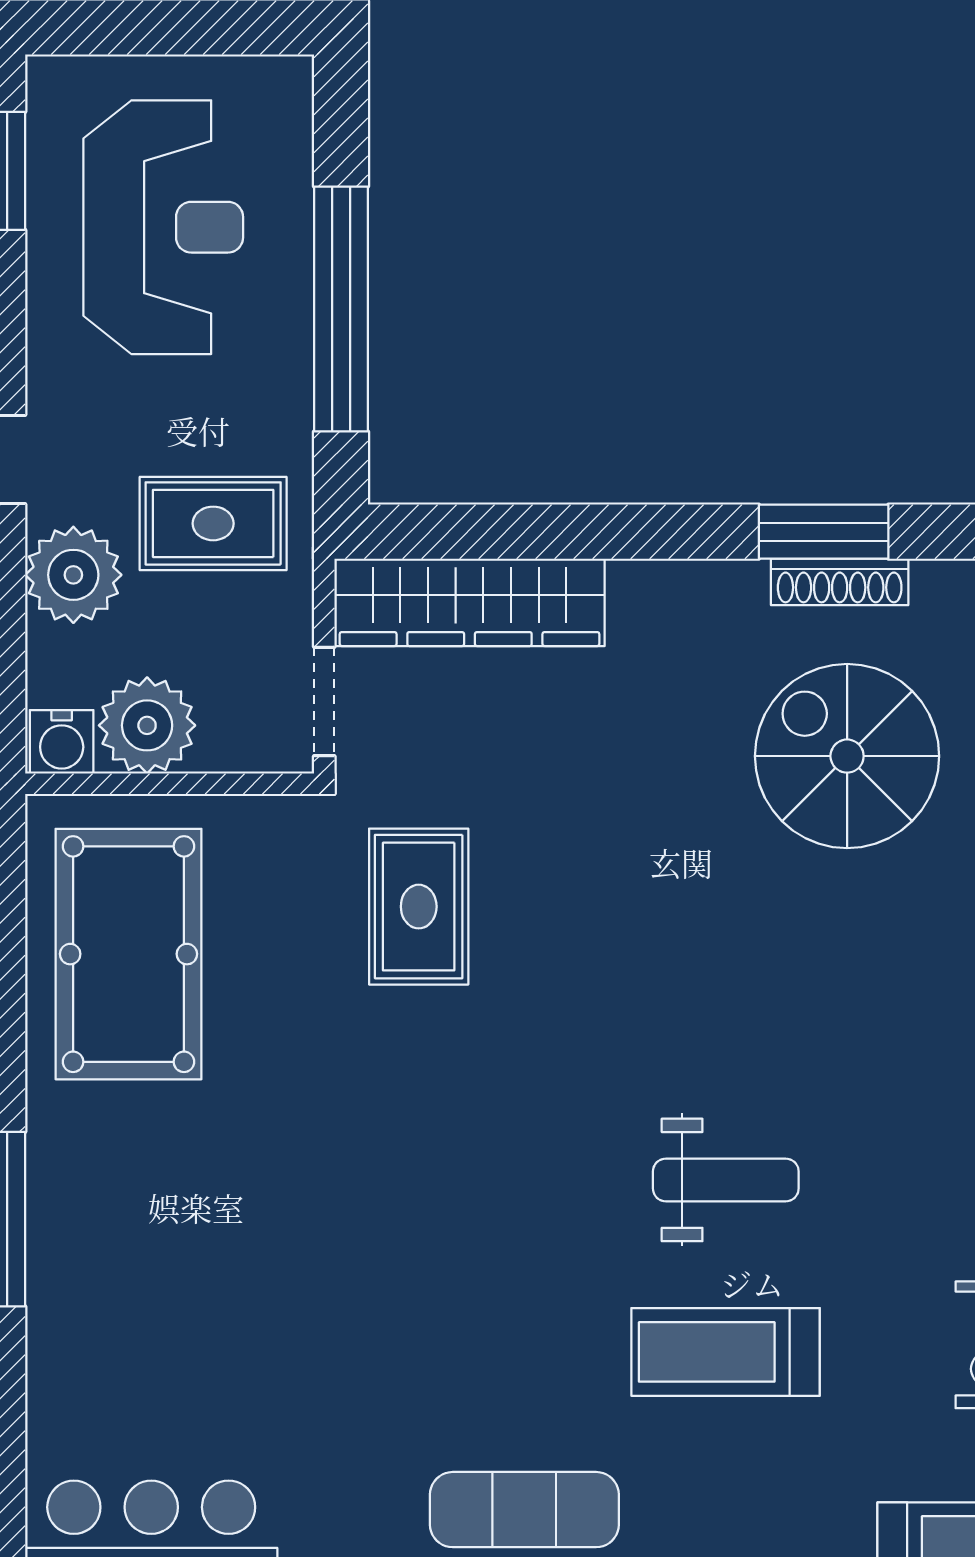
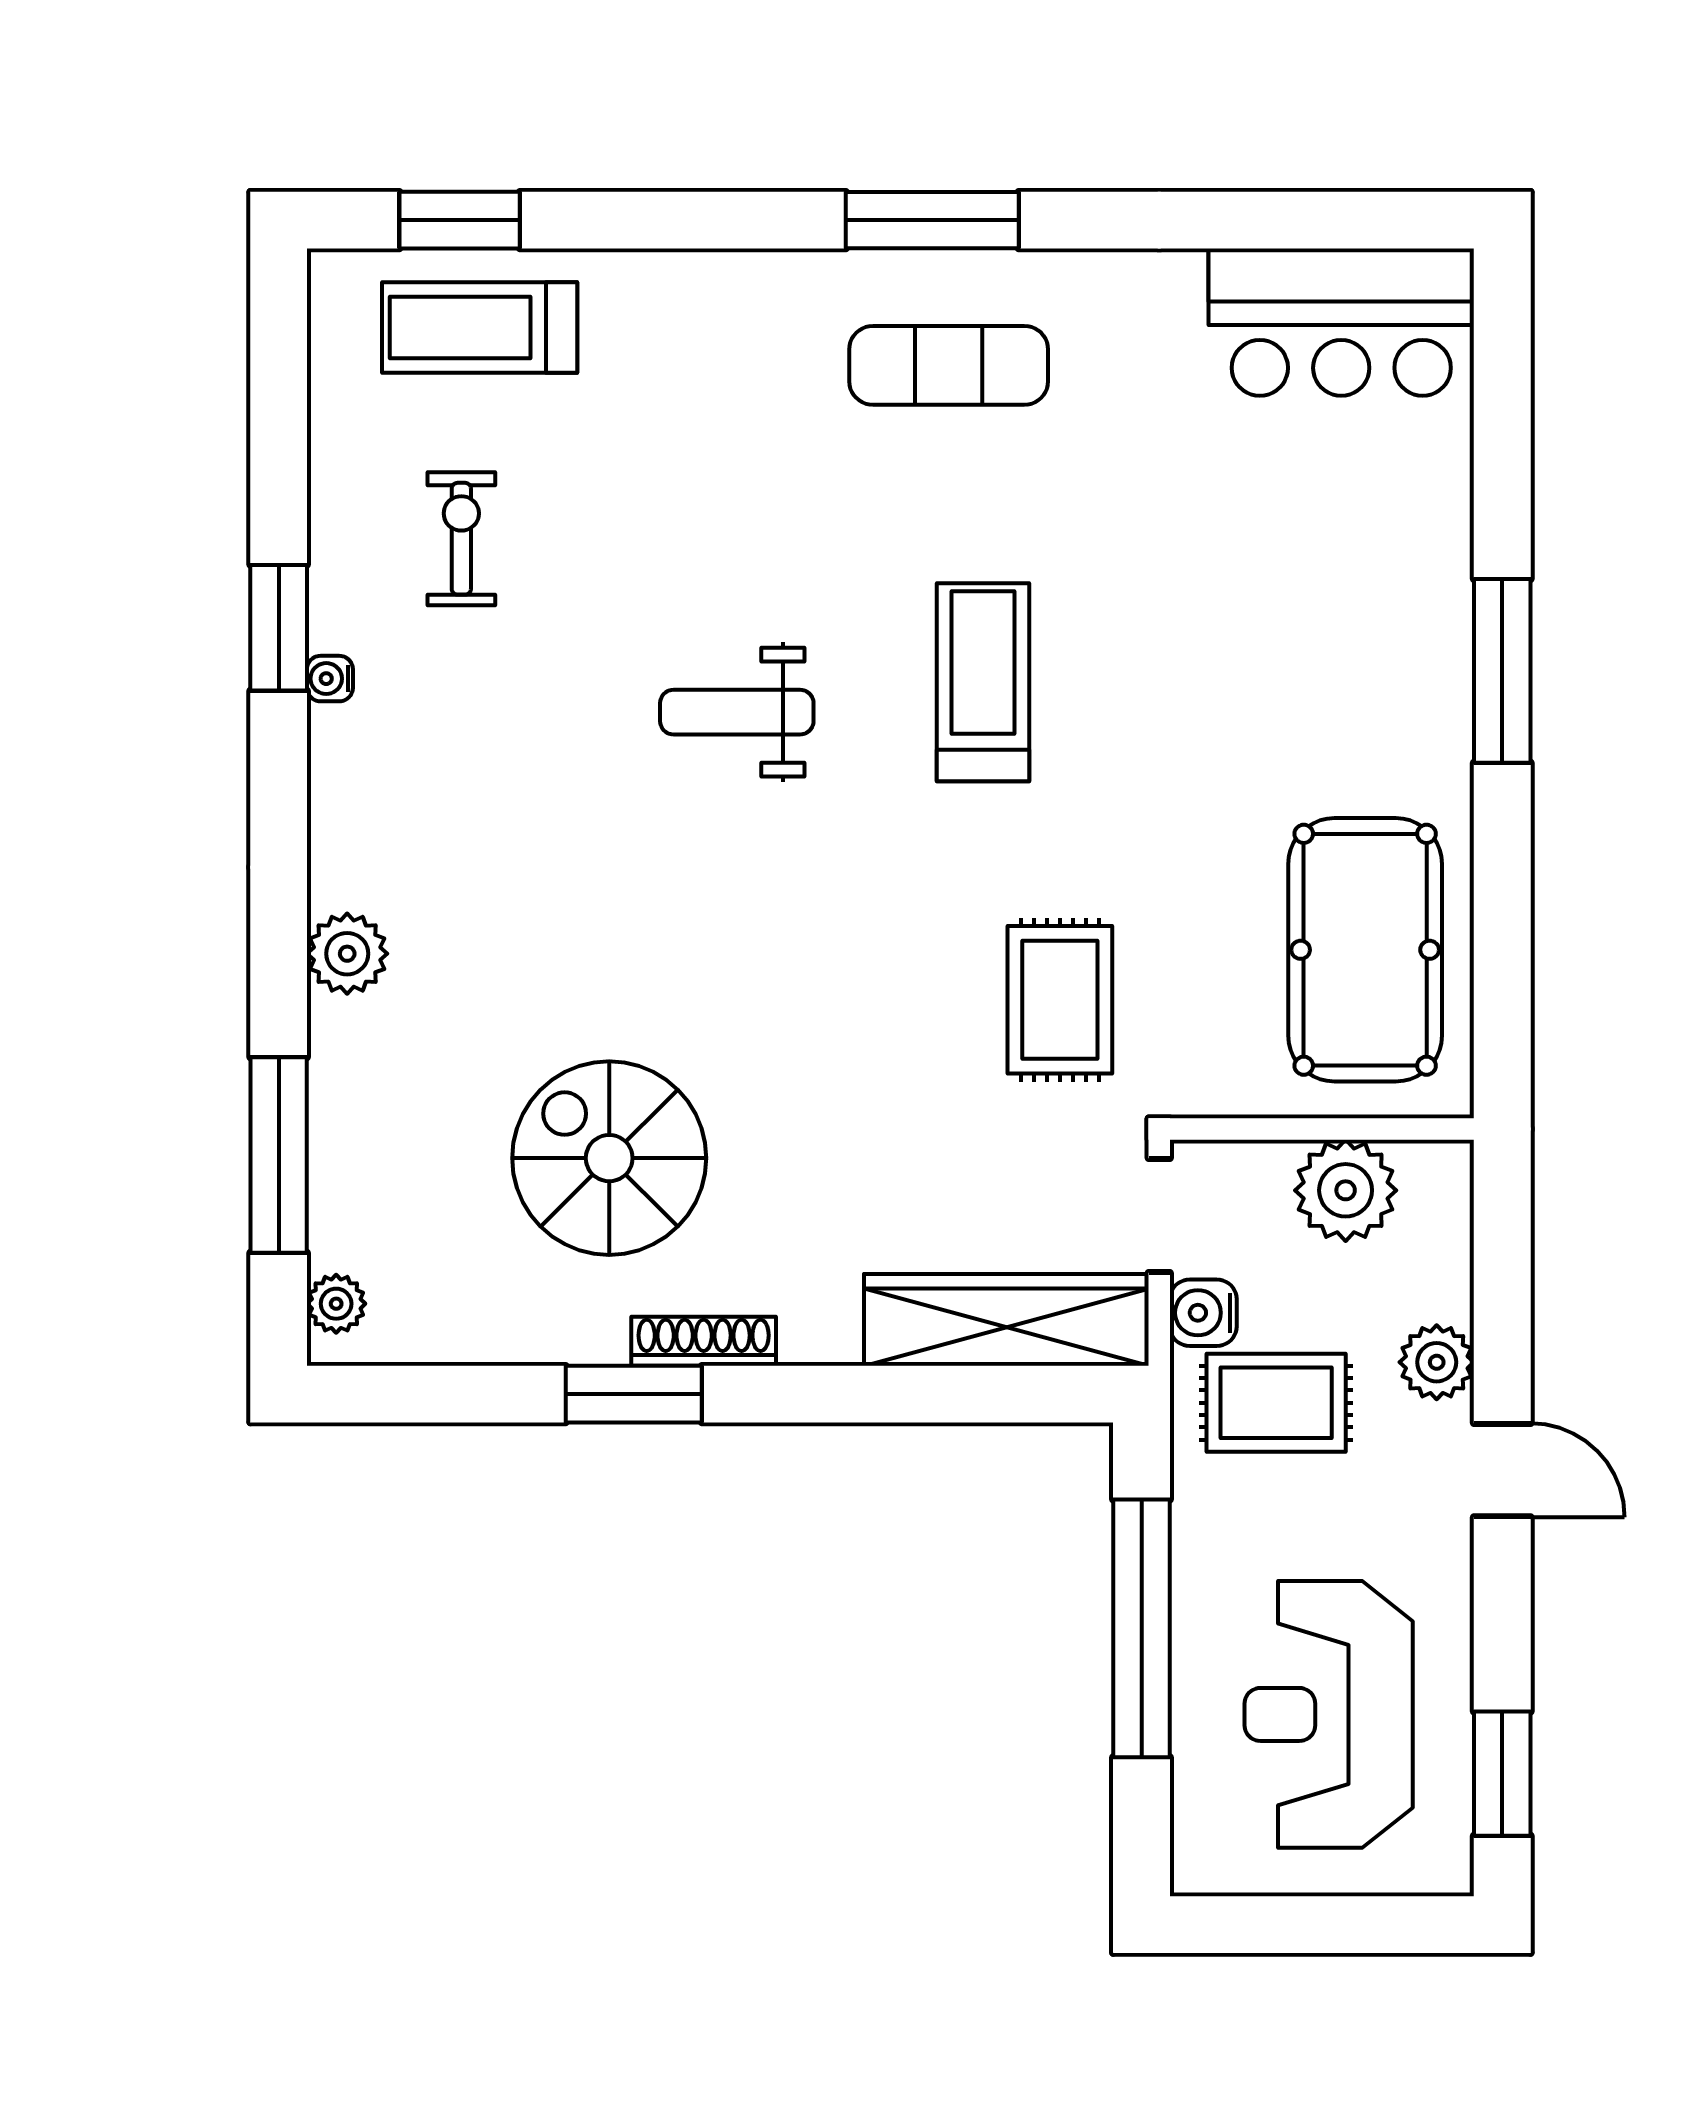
plant: (73, 575) -> (1437, 1362), width x0.73, depth x0.73
shoe rack: (840, 582) -> (704, 1341), moved
water cooler: (62, 742) -> (1203, 1313), moved, turned -90
spiral stairs: (847, 756) -> (609, 1158), turned 180
treadmill: (726, 1352) -> (983, 682), moved, turned -90

